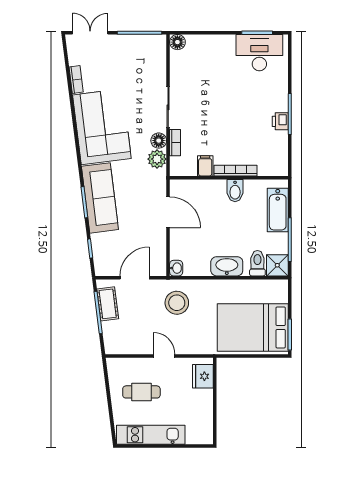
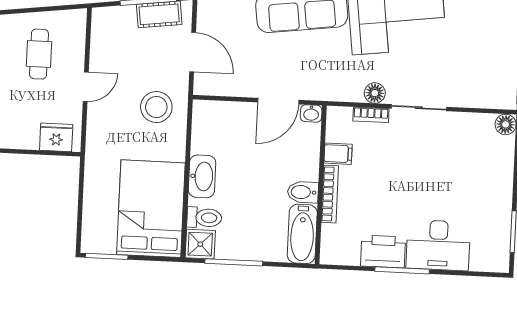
desk: (259, 53) -> (438, 245), moved, turned 90
printer: (280, 121) -> (383, 251), width x1.87, depth x1.48
plant: (157, 159) -> (350, 90), removed
bathtub: (278, 210) -> (302, 234), moved, turned -90
washbasin: (176, 268) -> (311, 113), moved
bed: (253, 327) -> (151, 209), moved

